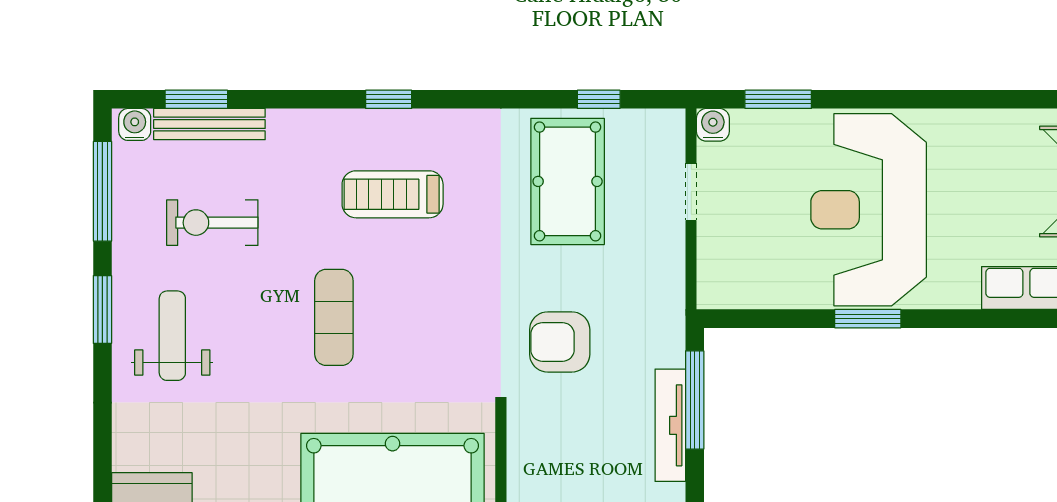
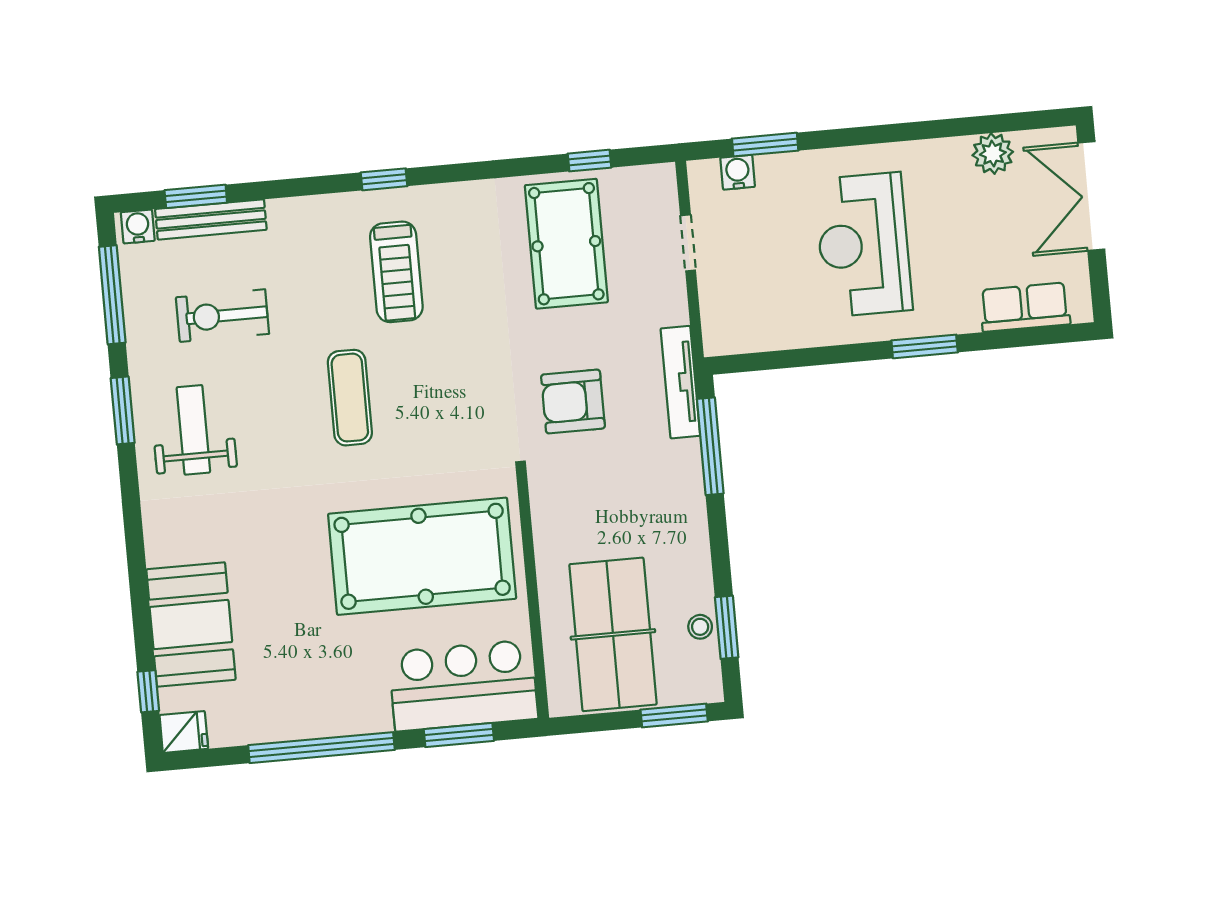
water cooler: (713, 125) -> (738, 172), moved
plant: (1008, 129) -> (993, 154), added
treadmill: (393, 194) -> (396, 272), turned -90
reception desk: (869, 210) -> (863, 245), width x0.74, depth x0.77
window: (868, 319) -> (925, 346), moved
tv unit: (670, 425) -> (680, 382), moved

